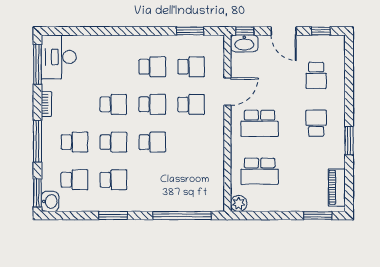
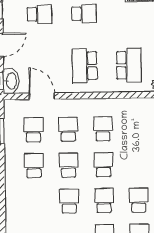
door: (227, 92) -> (42, 96), moved
school desk: (260, 123) -> (85, 66), turned 180
school desk: (316, 123) -> (84, 14), turned 180
school desk: (191, 142) -> (103, 129), added

